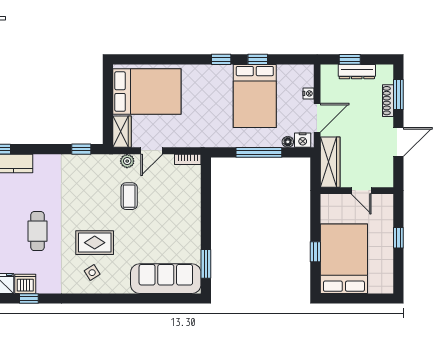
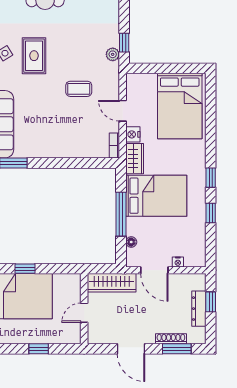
bed: (255, 96) -> (156, 196), moved, turned 180
wardrobe: (122, 132) -> (135, 159), moved, turned -90
nightstand: (303, 140) -> (133, 134), moved
plant: (127, 161) -> (113, 54), moved

